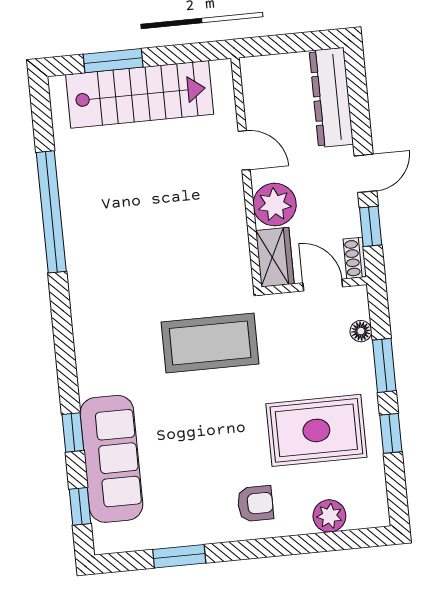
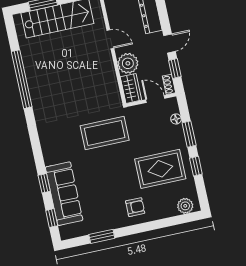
plant: (329, 516) -> (185, 206), moved

